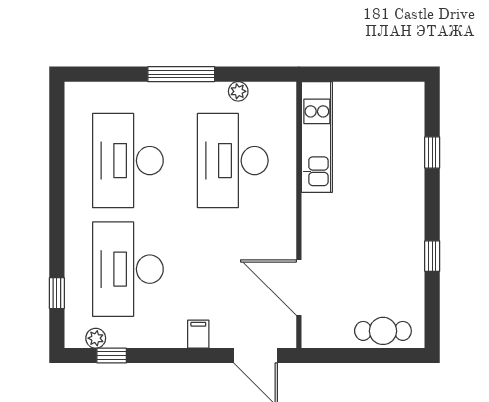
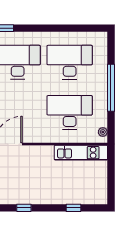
window: (181, 74) -> (111, 88), width x1.46
plant: (238, 91) -> (103, 132), moved

